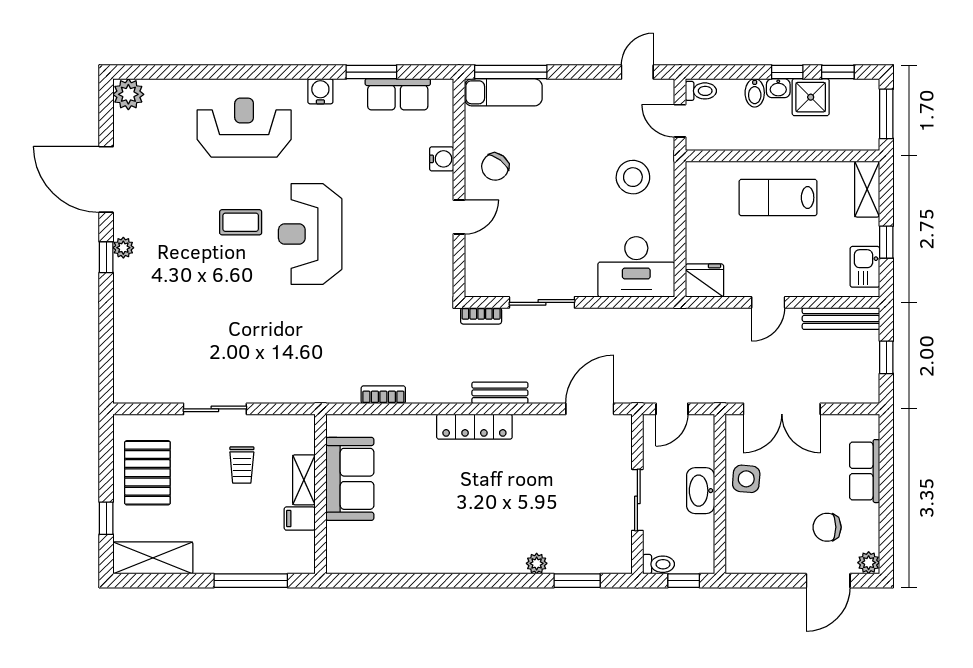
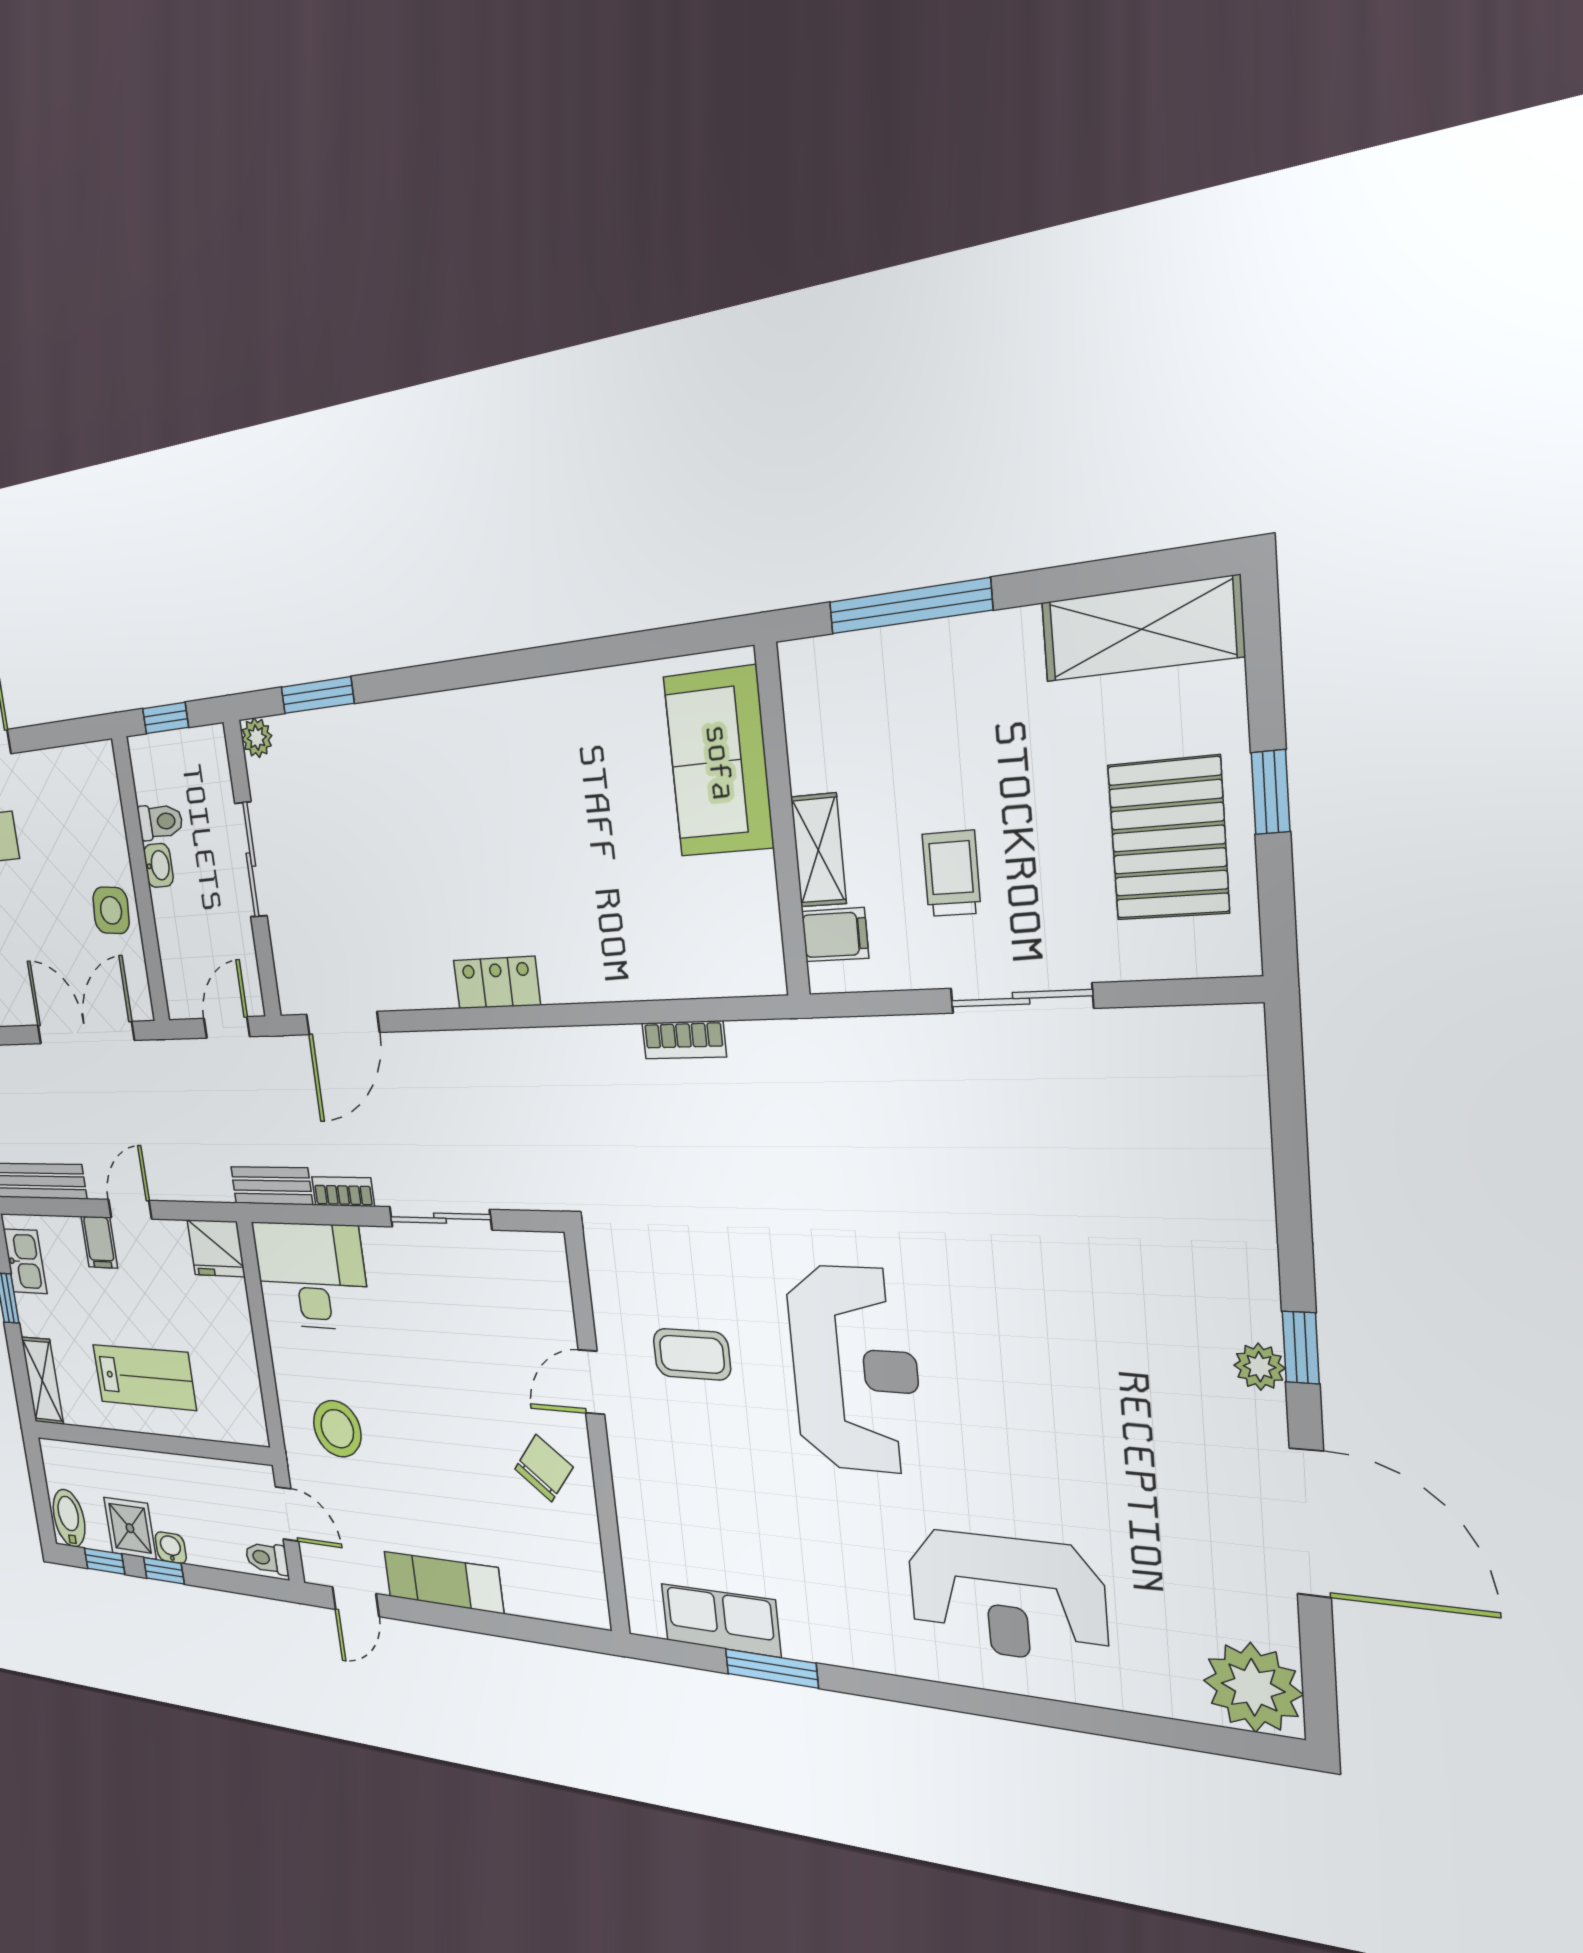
window: (511, 72) -> (540, 1631), removed
water cooler: (320, 91) -> (862, 1647), removed
exam couch: (503, 92) -> (443, 1582), moved
bidet: (755, 93) -> (69, 1518), moved, width x1.38, depth x1.36
plant: (128, 94) -> (1253, 1687), width x1.36, depth x1.36
window: (886, 114) -> (40, 1491), removed
water cooler: (442, 159) -> (633, 1492), removed
coffee table: (241, 222) -> (692, 1354), moved
filing cabinet: (798, 281) -> (99, 1242), added
bookcase: (481, 316) -> (343, 1192), moved
bench: (500, 393) -> (271, 1186), moved
locker: (474, 427) -> (497, 983), width x0.66
sofa: (350, 479) -> (719, 762), moved
washbasin: (701, 491) -> (158, 865), width x0.52, depth x0.69
window: (106, 518) -> (1271, 792), moved
filing cabinet: (300, 519) -> (835, 935), moved
plant: (537, 563) -> (257, 738), moved
toilet: (659, 564) -> (160, 822), moved, turned 180

